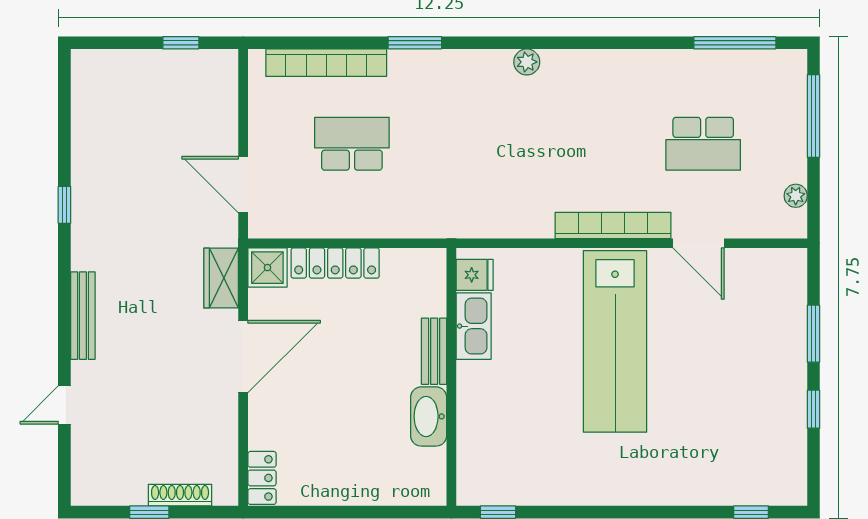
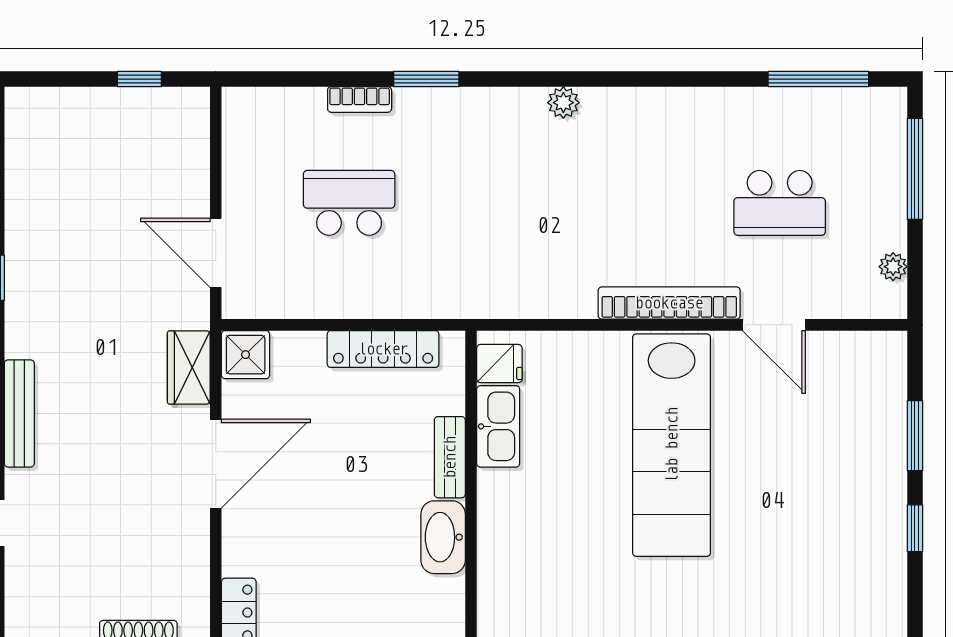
bookcase: (326, 63) -> (360, 99), width x0.43, depth x0.76
locker: (335, 263) -> (383, 349), moved

